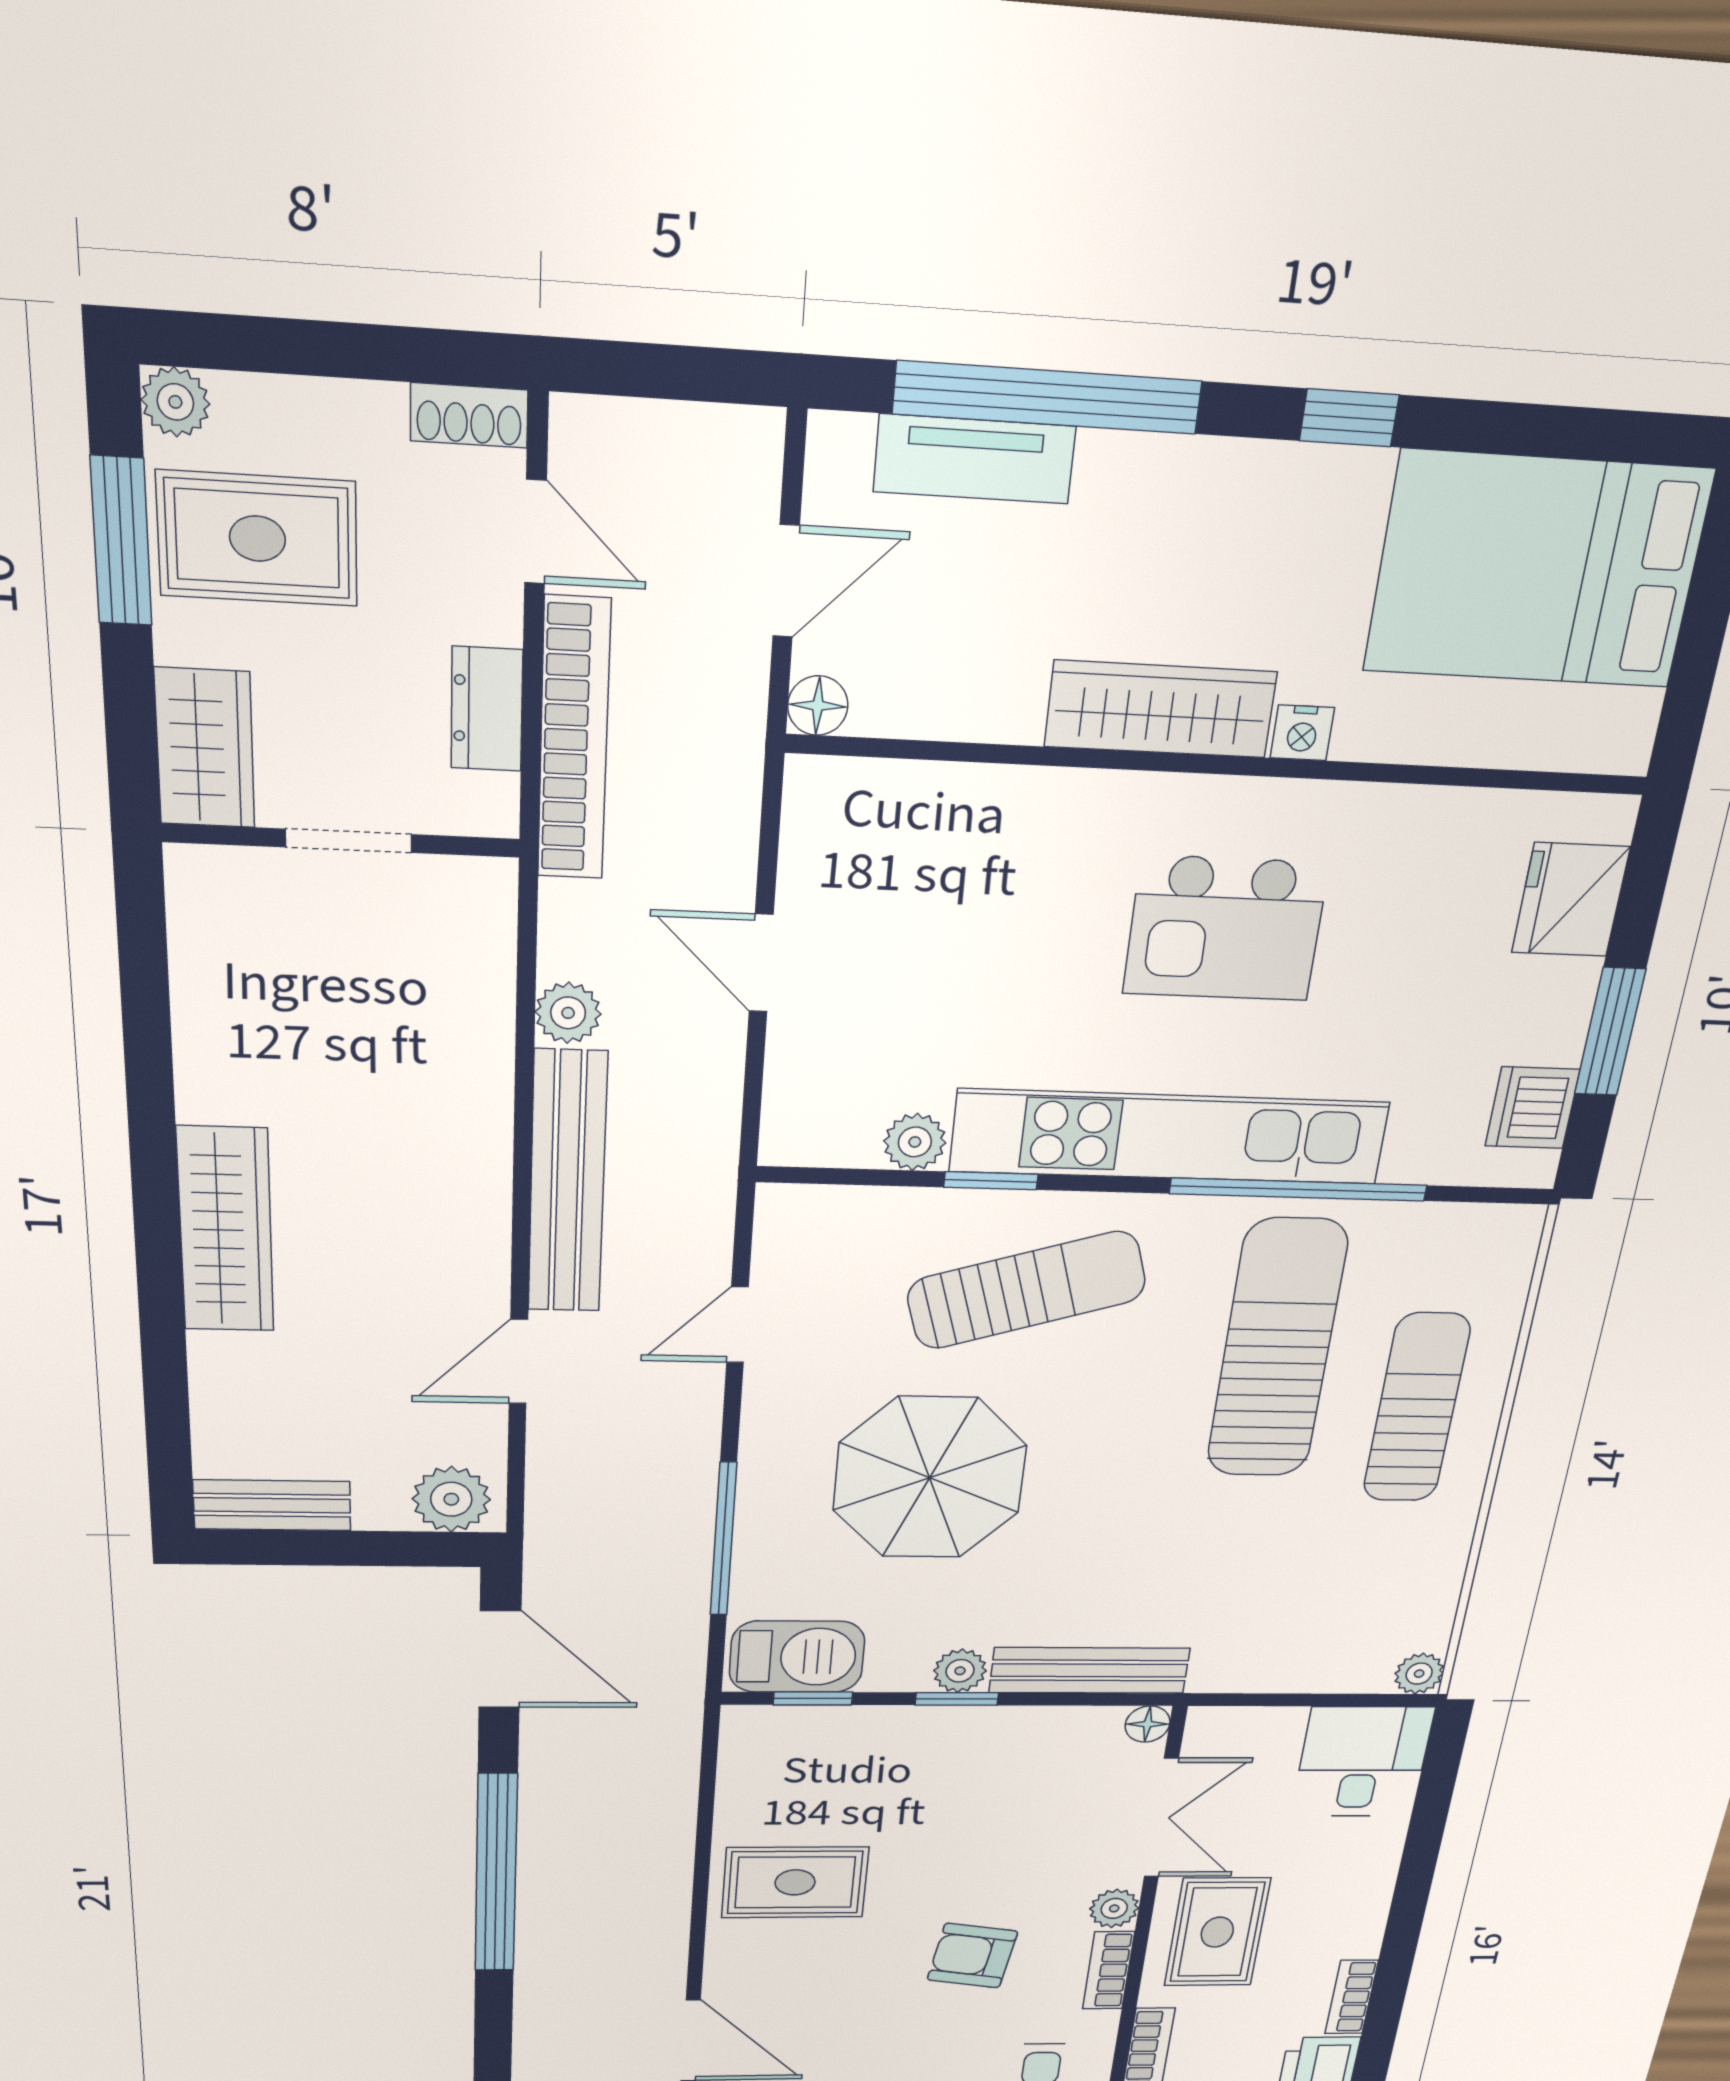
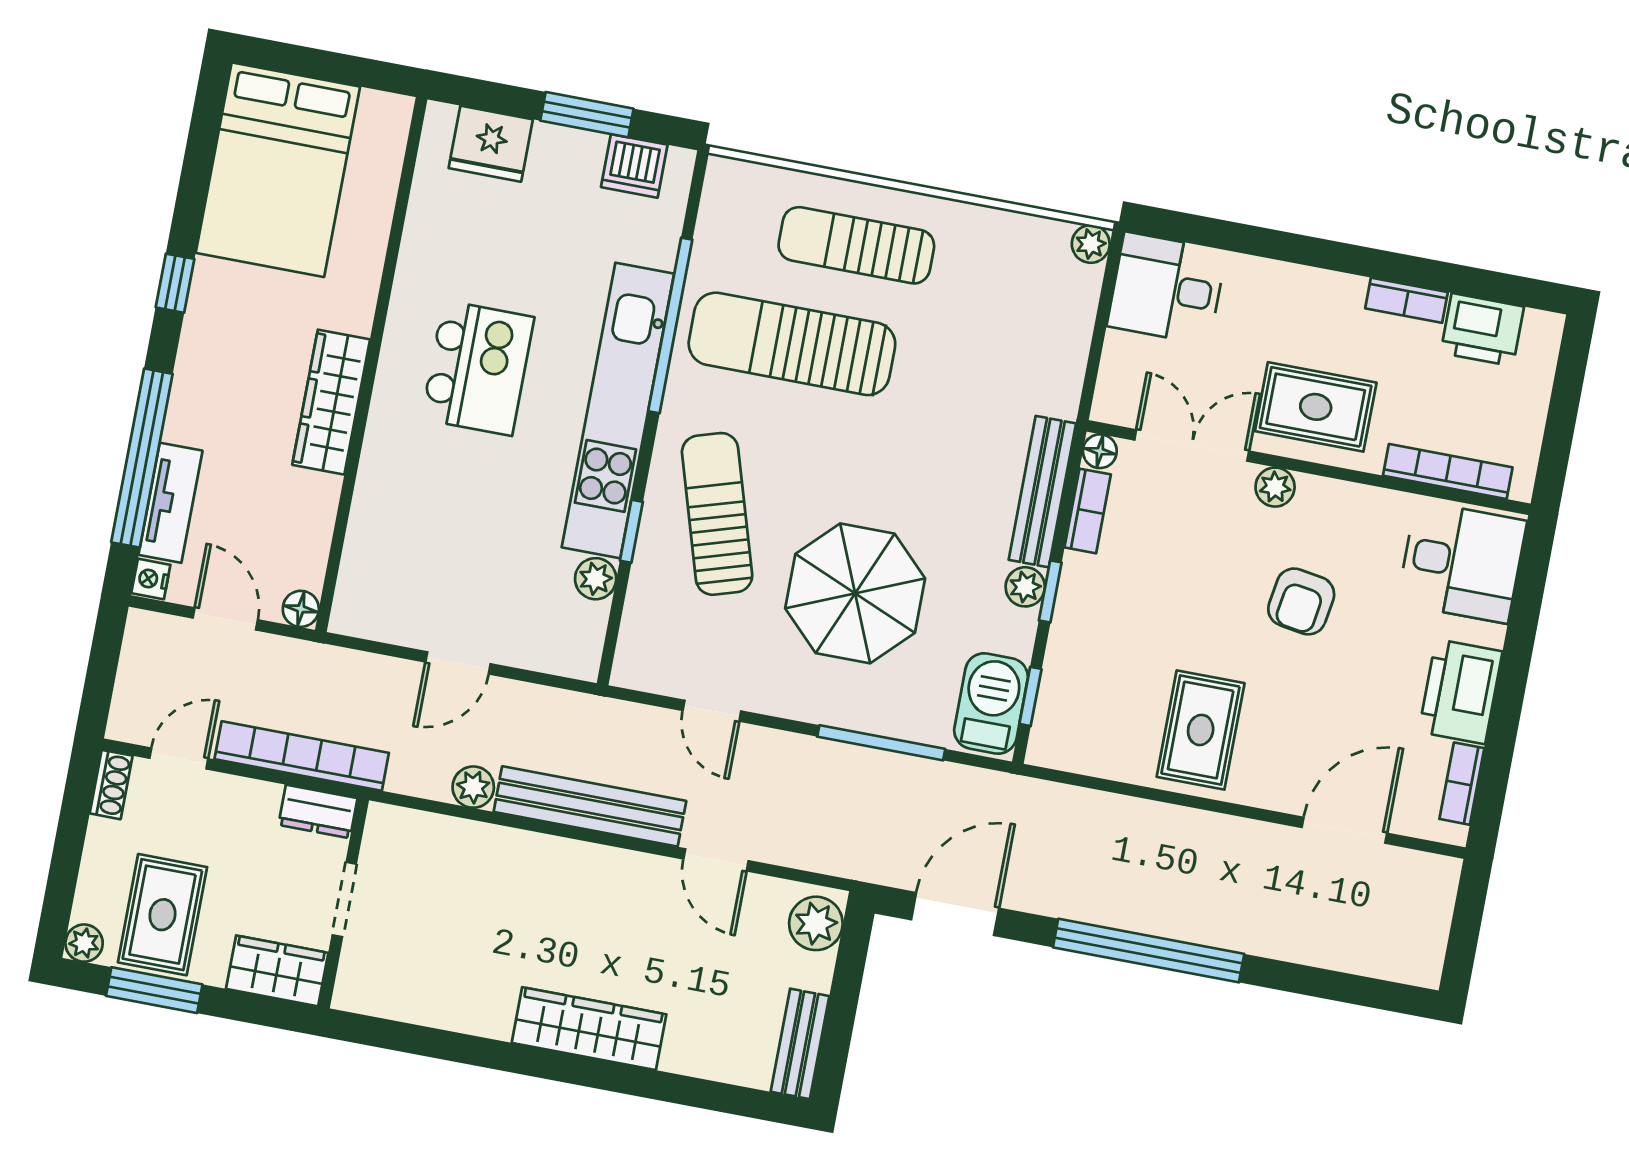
dresser: (487, 709) -> (318, 812), moved
nightstand: (1302, 733) -> (151, 579), moved, turned 180
bookcase: (1108, 1970) -> (1088, 511), moved, turned -90

